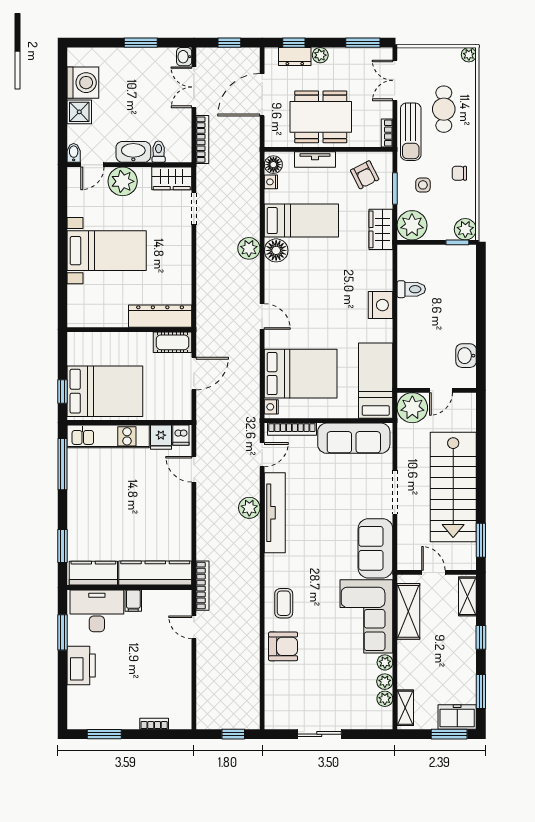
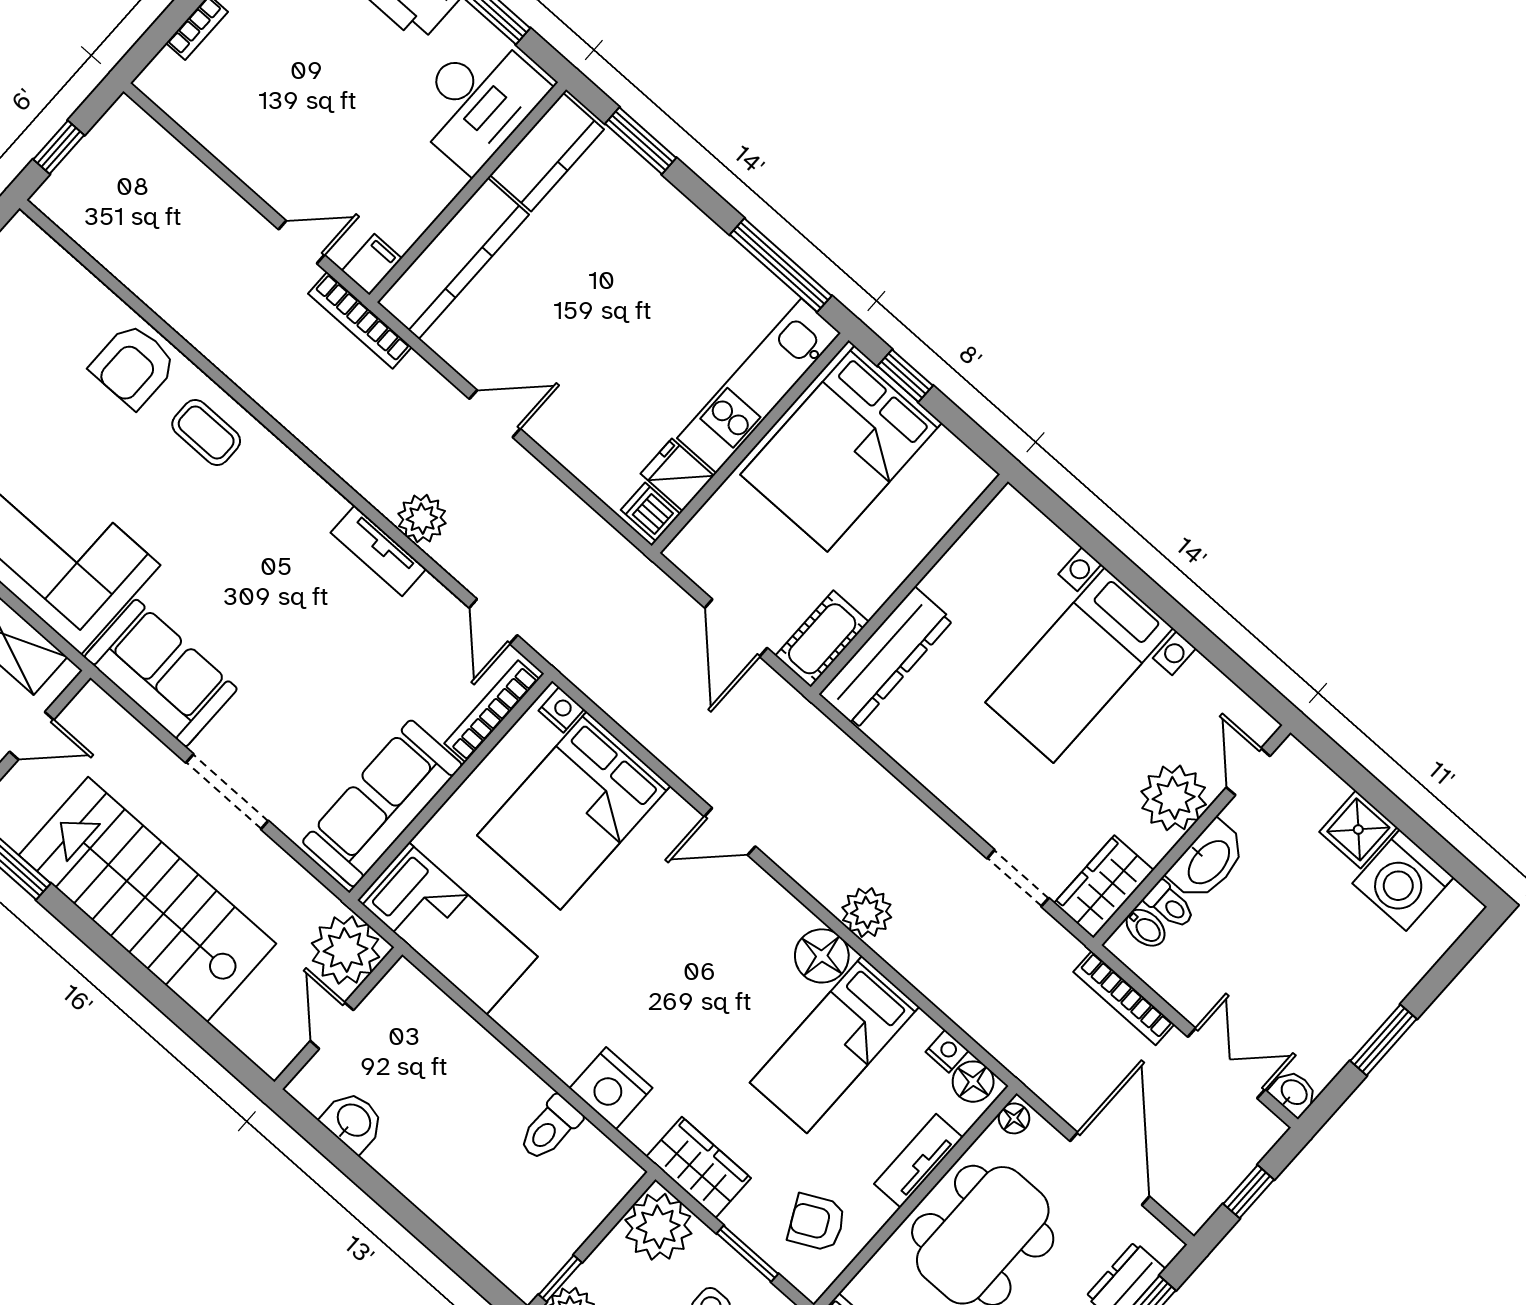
floor lamp: (273, 141) -> (1014, 1118), added
bidet: (74, 153) -> (1146, 928), moved
nightstand: (381, 305) -> (611, 1088), moved
door: (194, 469) -> (495, 414), moved
tv unit: (275, 513) -> (378, 551), width x0.52, depth x0.78
filing cabinet: (133, 601) -> (372, 264), moved, turned 90

